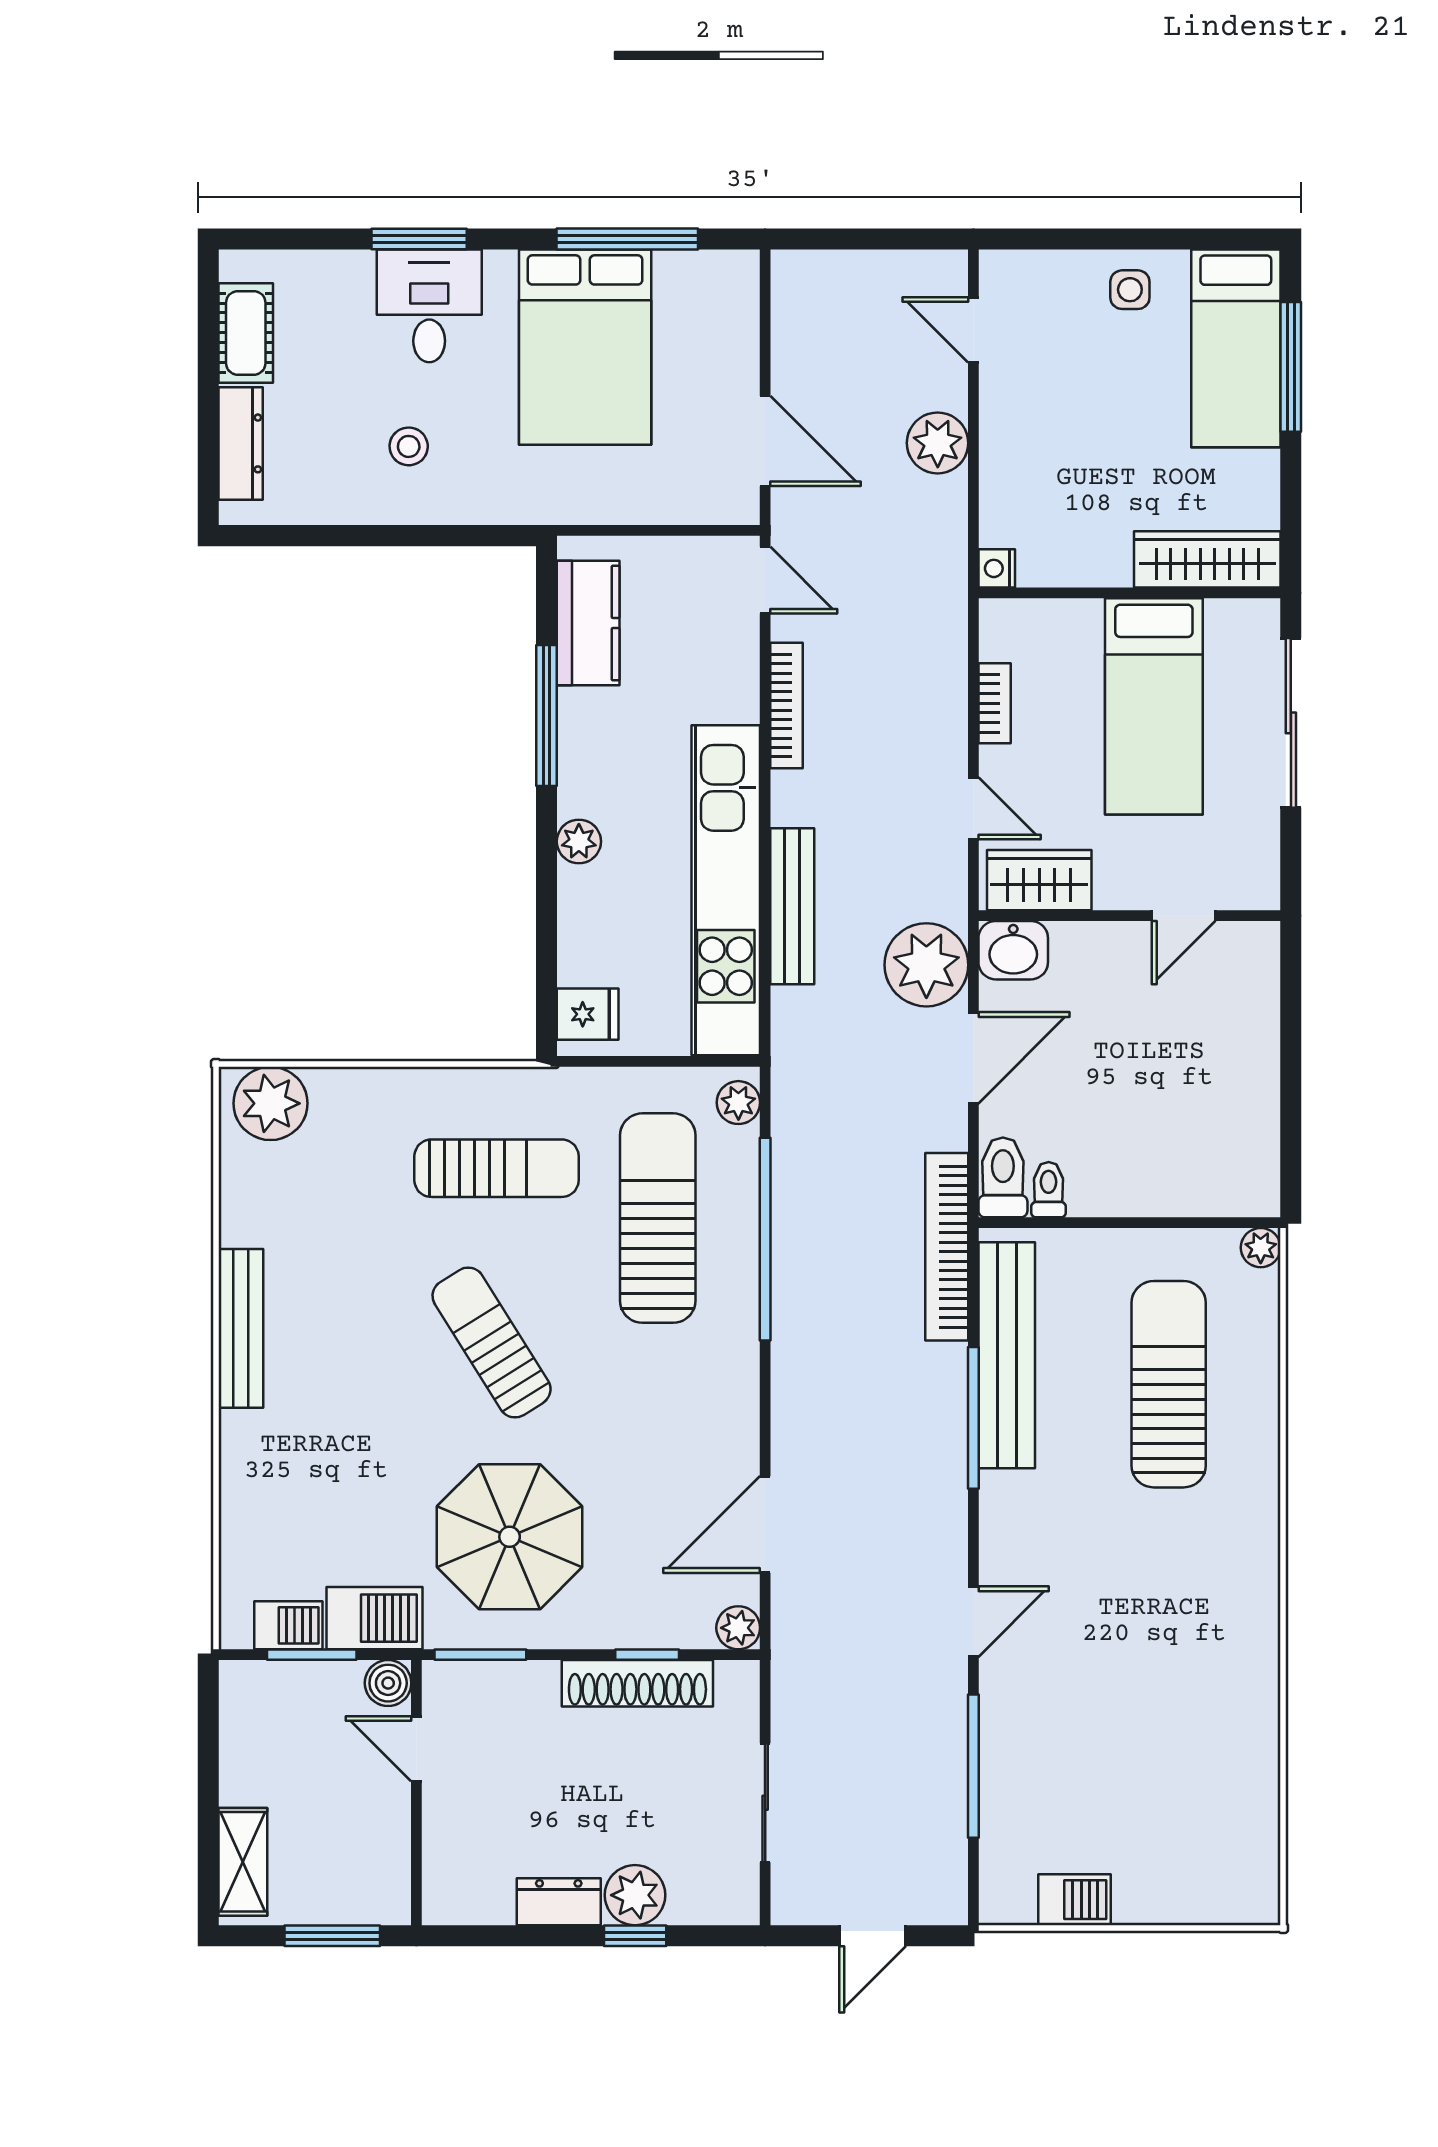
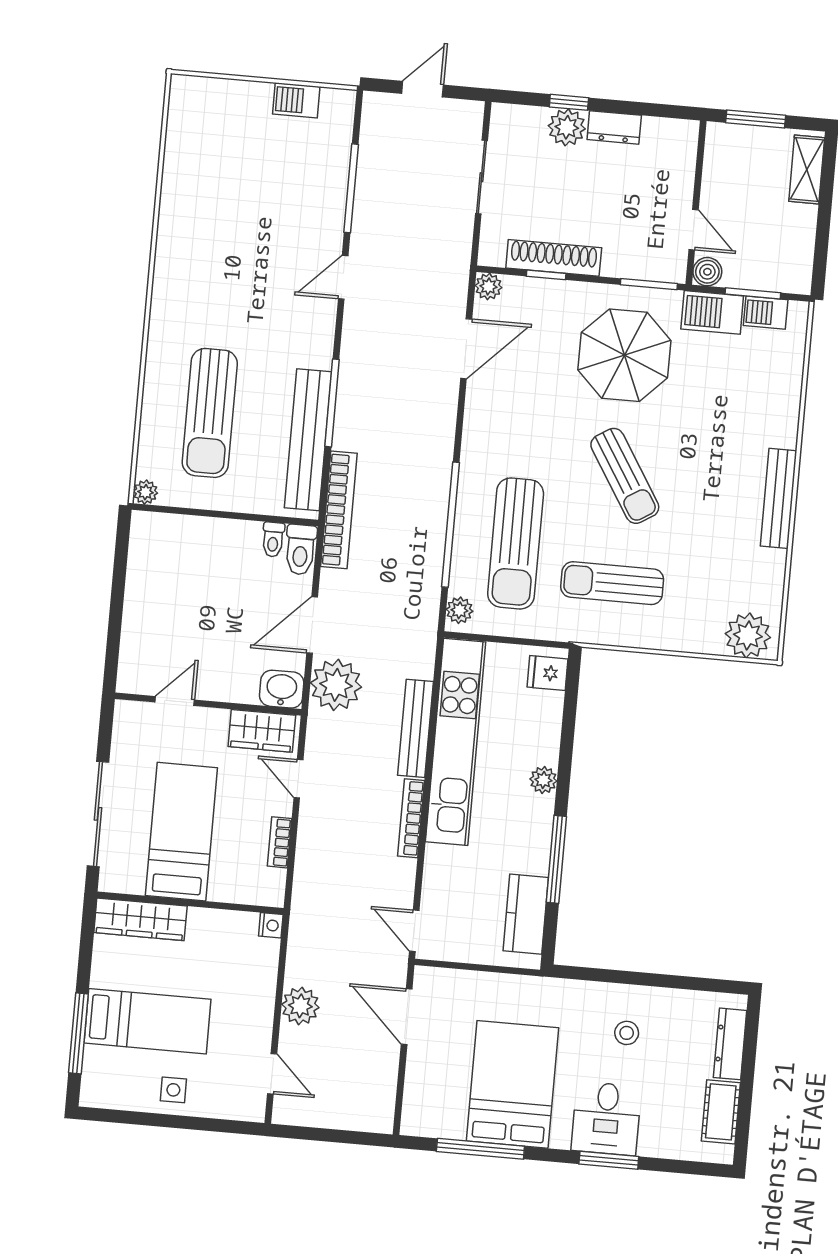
bed: (1236, 348) -> (147, 1021), moved, turned 90
bookcase: (786, 706) -> (411, 818), moved

